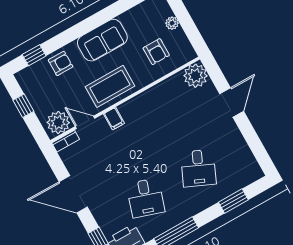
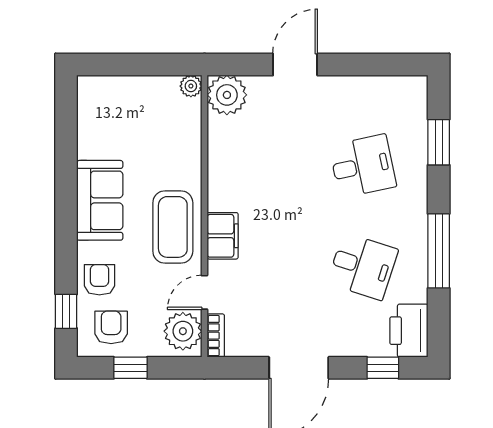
plant: (172, 23) -> (191, 86), moved
armchair: (156, 52) -> (111, 327), moved, turned -90
door: (232, 103) -> (295, 64), hinge flipped
filing cabinet: (114, 119) -> (223, 236), width x2.00
desk: (198, 168) -> (363, 166), turned -36

